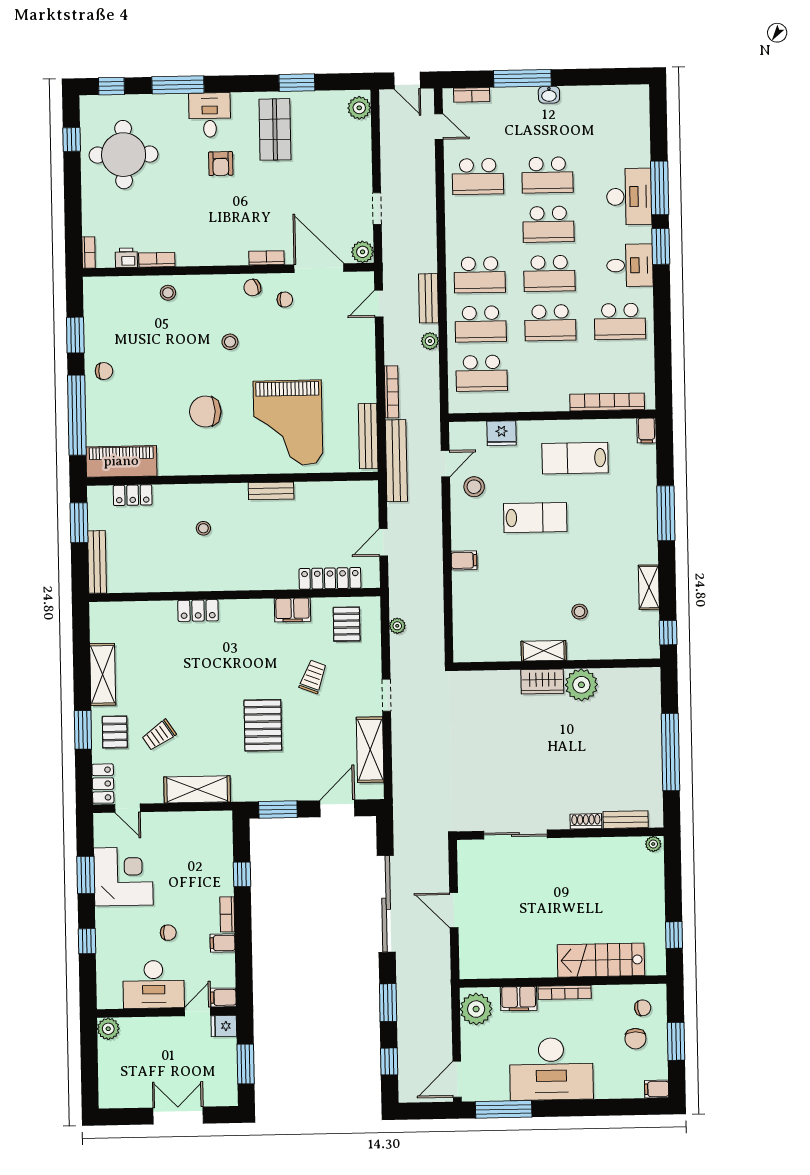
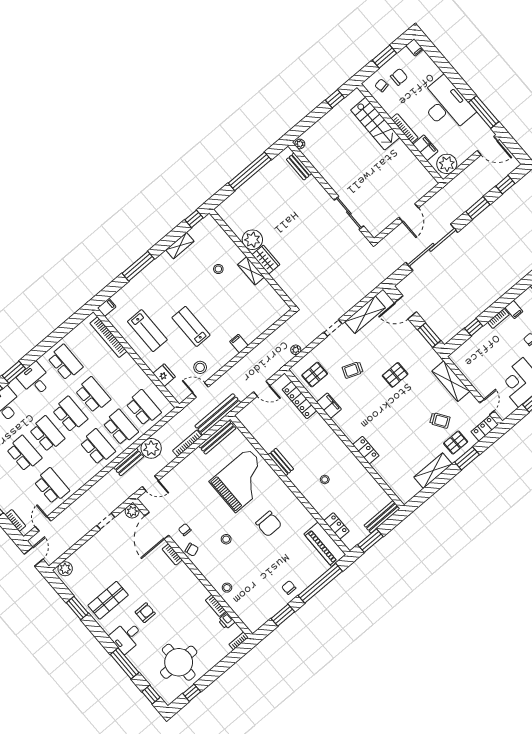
plant: (430, 341) -> (151, 448), width x1.88, depth x1.88
pallet: (263, 725) -> (395, 375), width x0.67, depth x0.71
shoe rack: (586, 821) -> (315, 185), removed

